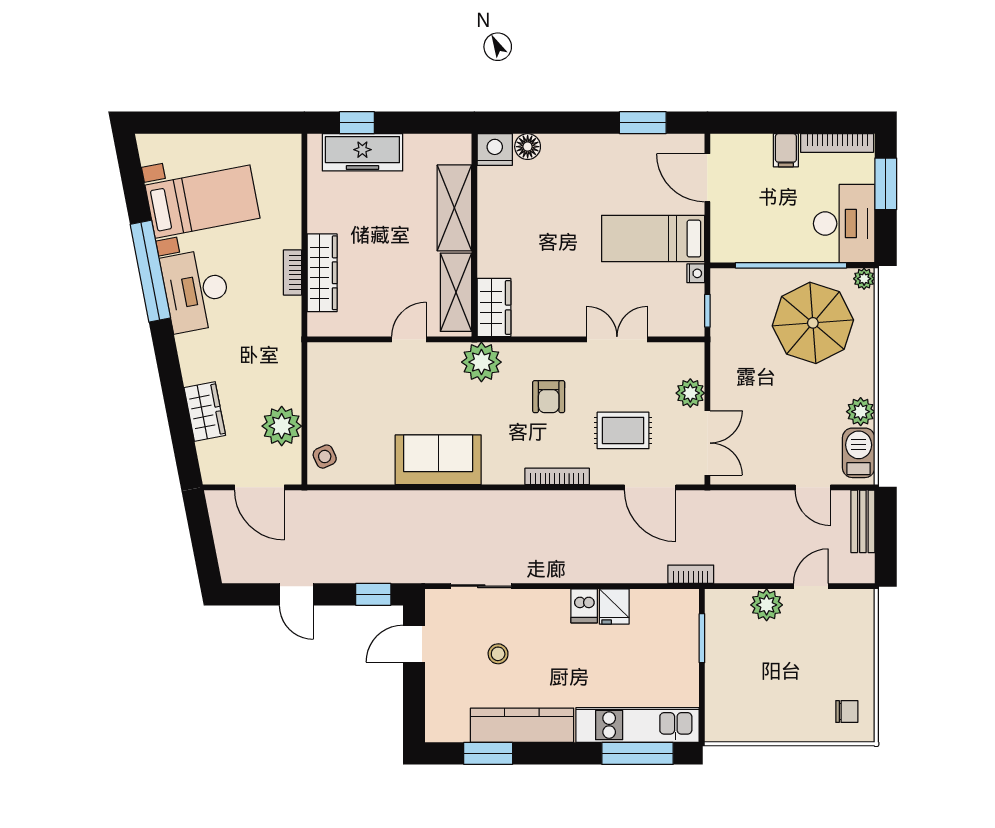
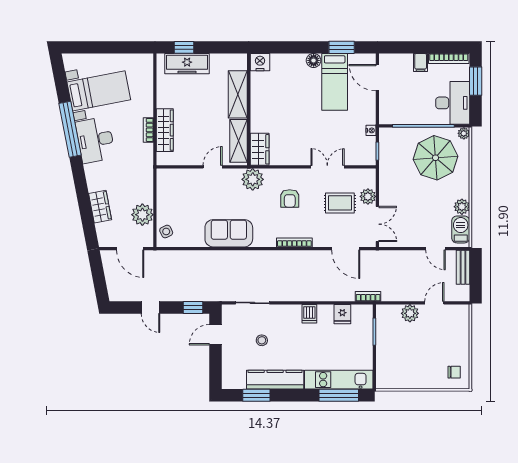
floor lamp: (528, 147) -> (314, 60), moved
bed: (653, 239) -> (335, 82), moved, turned -90
rug: (623, 430) -> (340, 203), moved
fridge: (614, 607) -> (342, 314), moved

